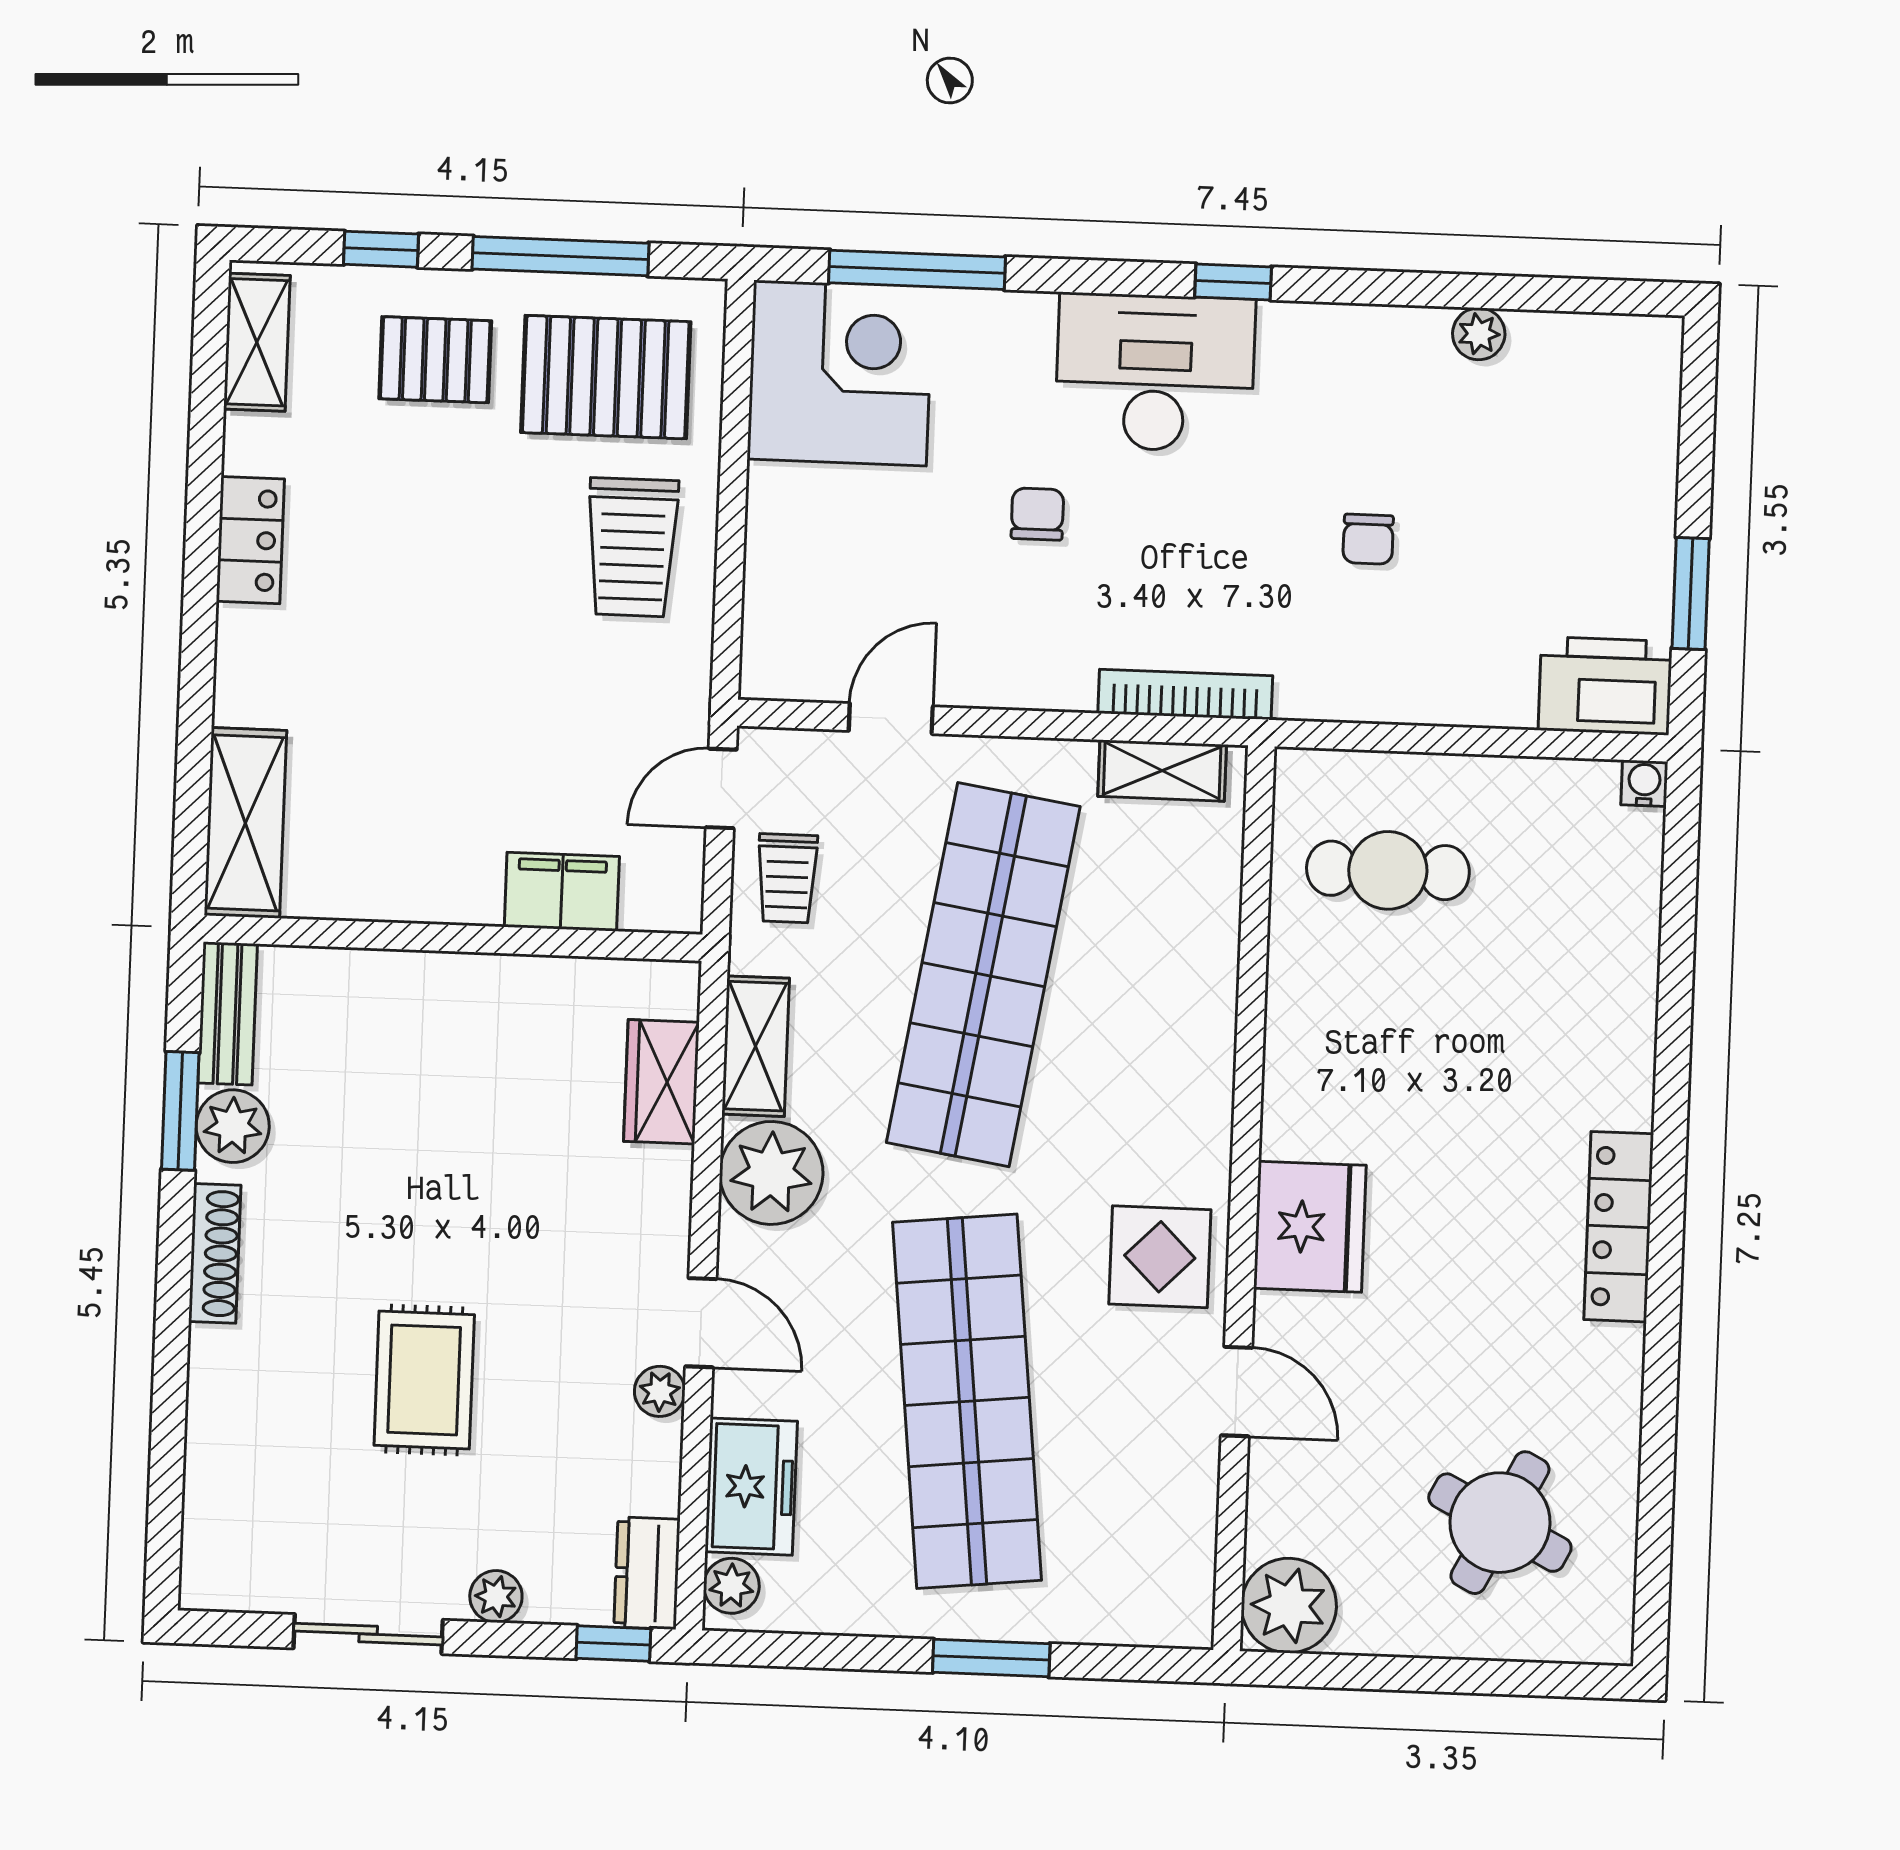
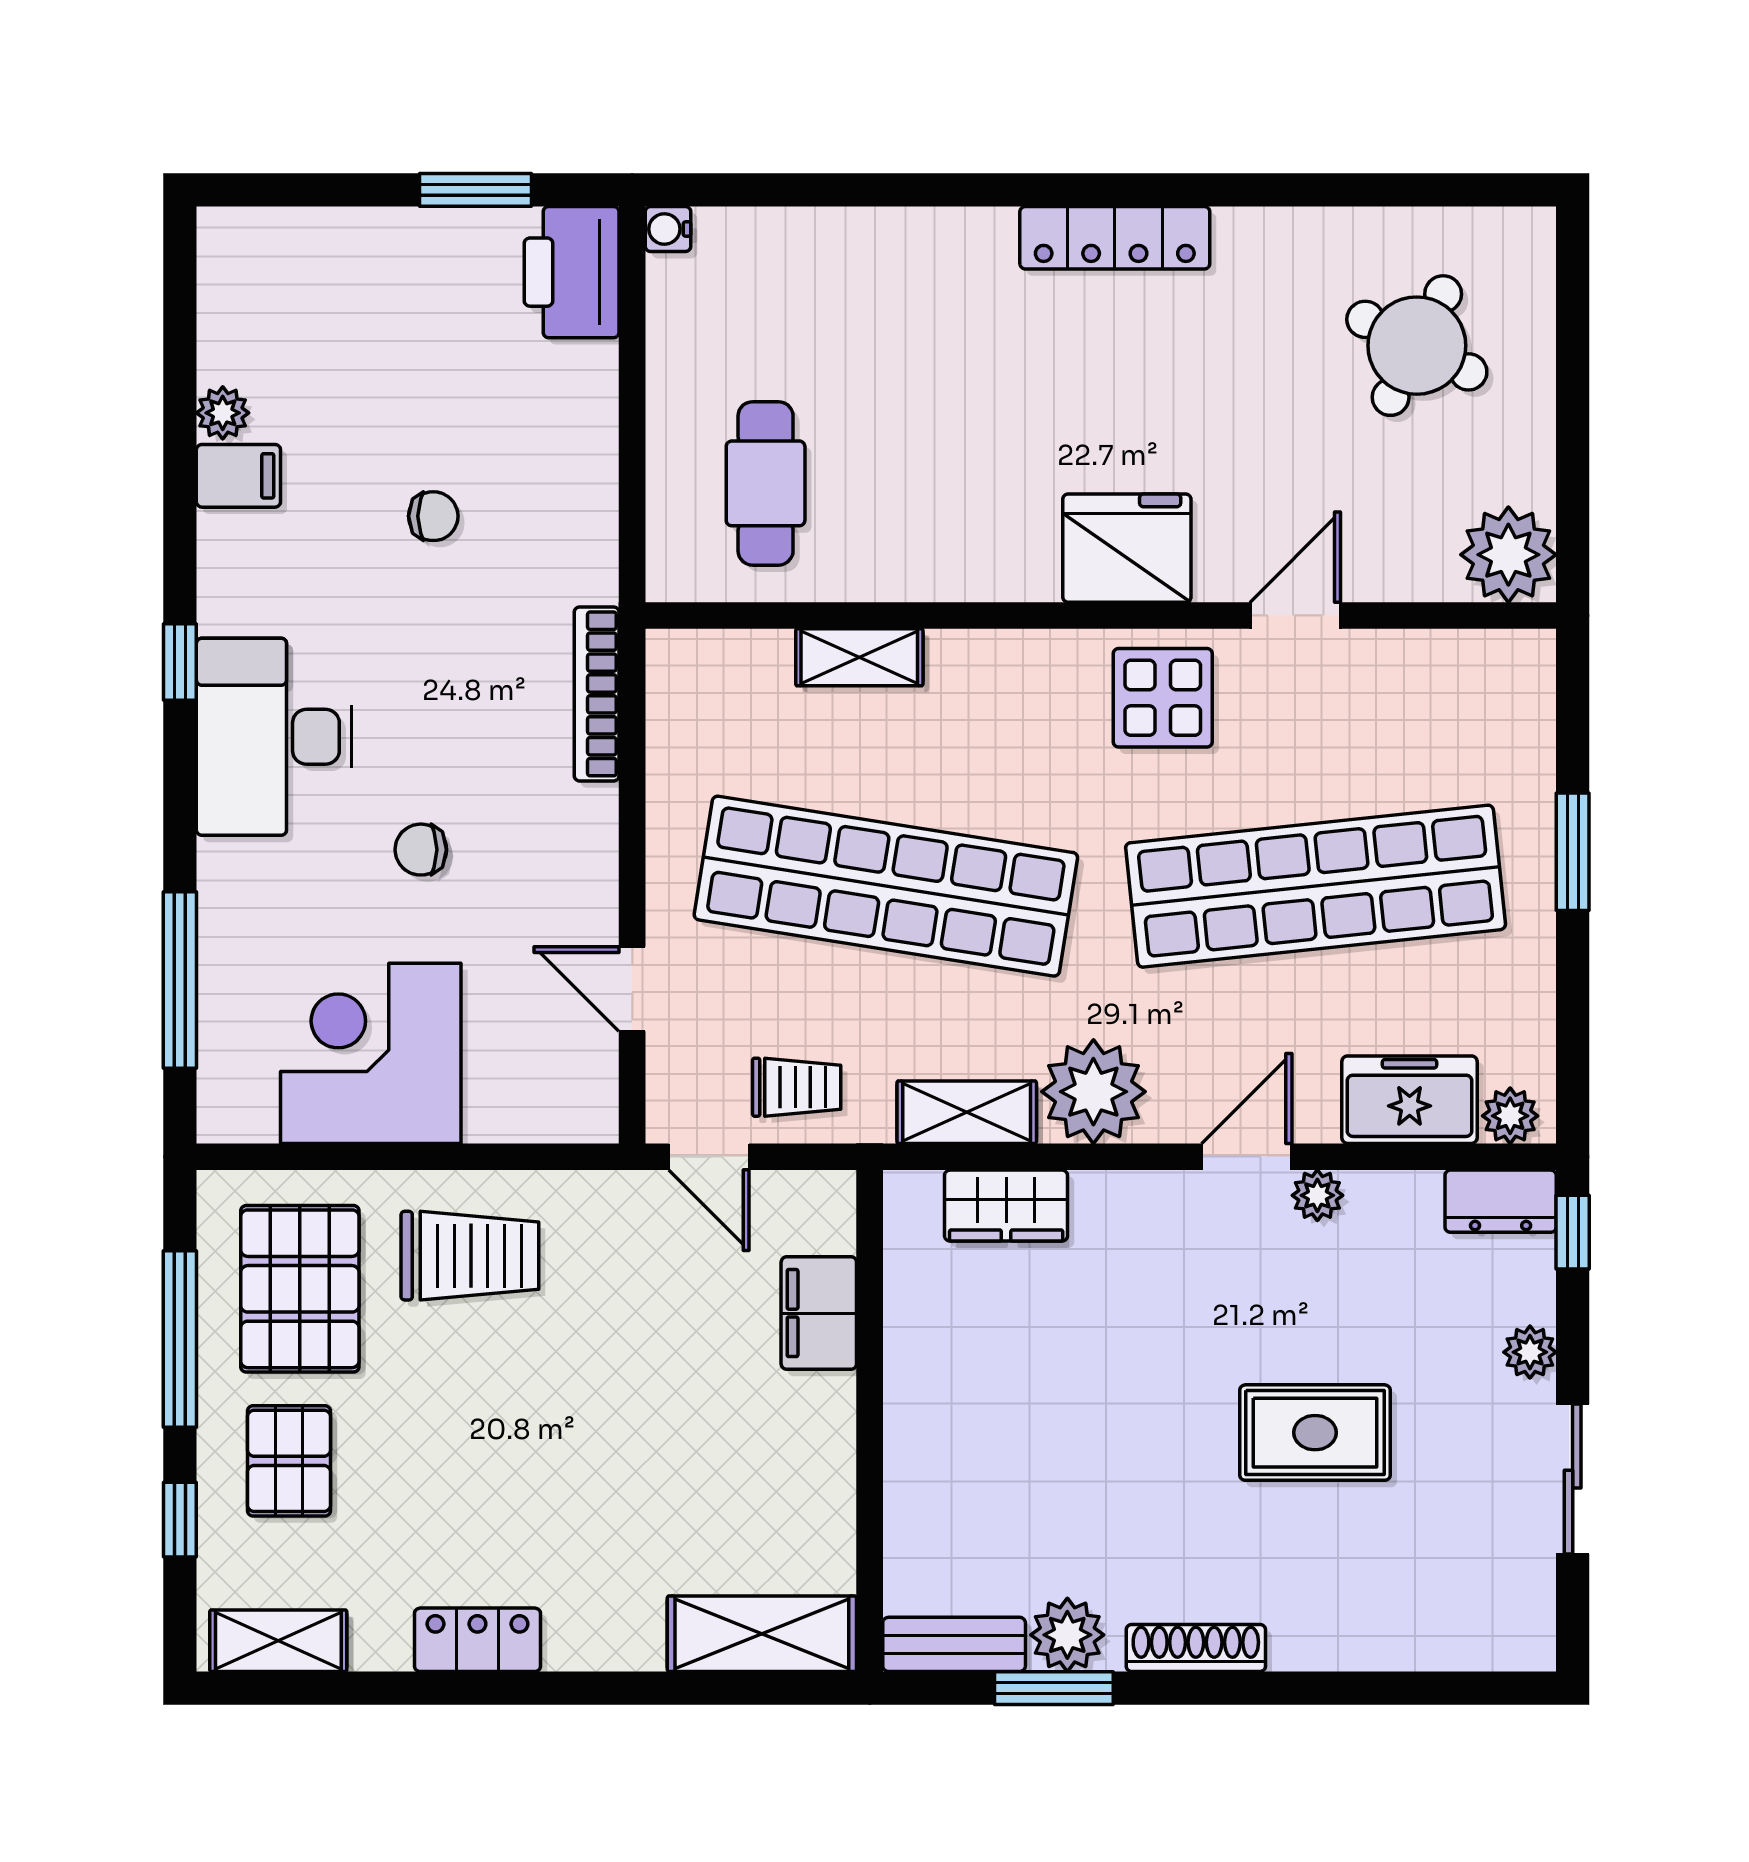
filing cabinet: (1416, 347) -> (238, 476), added
corner desk: (840, 373) -> (371, 1053), moved
shelving: (1162, 771) -> (859, 657), moved, turned 90

